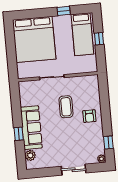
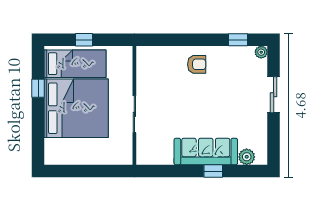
bed: (34, 39) -> (76, 108), moved
coffee table: (66, 107) -> (180, 98), removed

